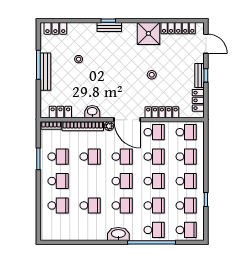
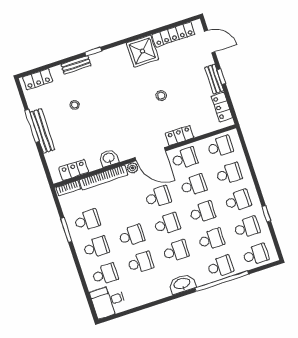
bench: (109, 27) -> (76, 65), moved
locker: (162, 112) -> (179, 135), width x0.66
school desk: (90, 157) -> (132, 236), moved
desk: (53, 228) -> (108, 301), added

